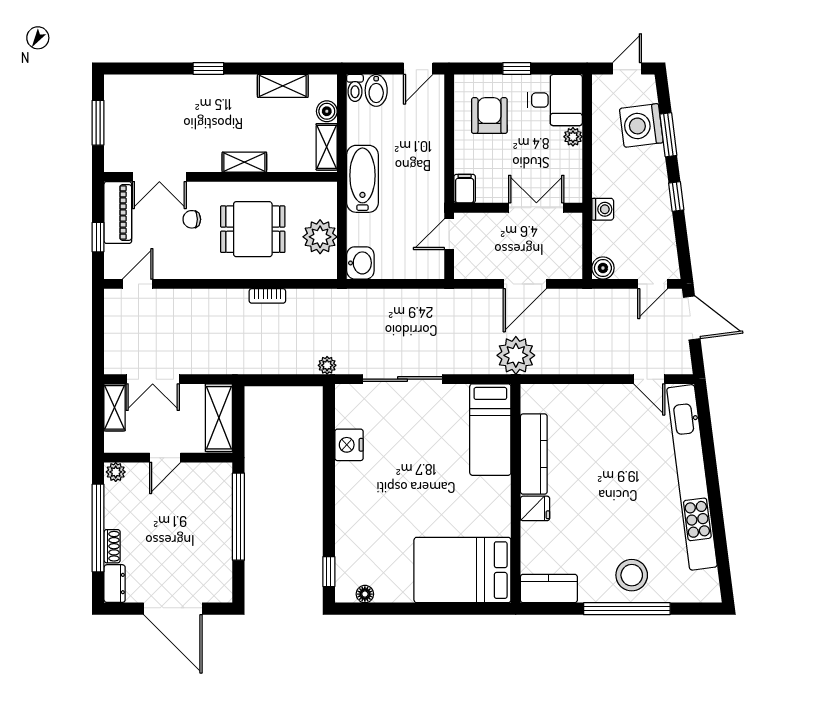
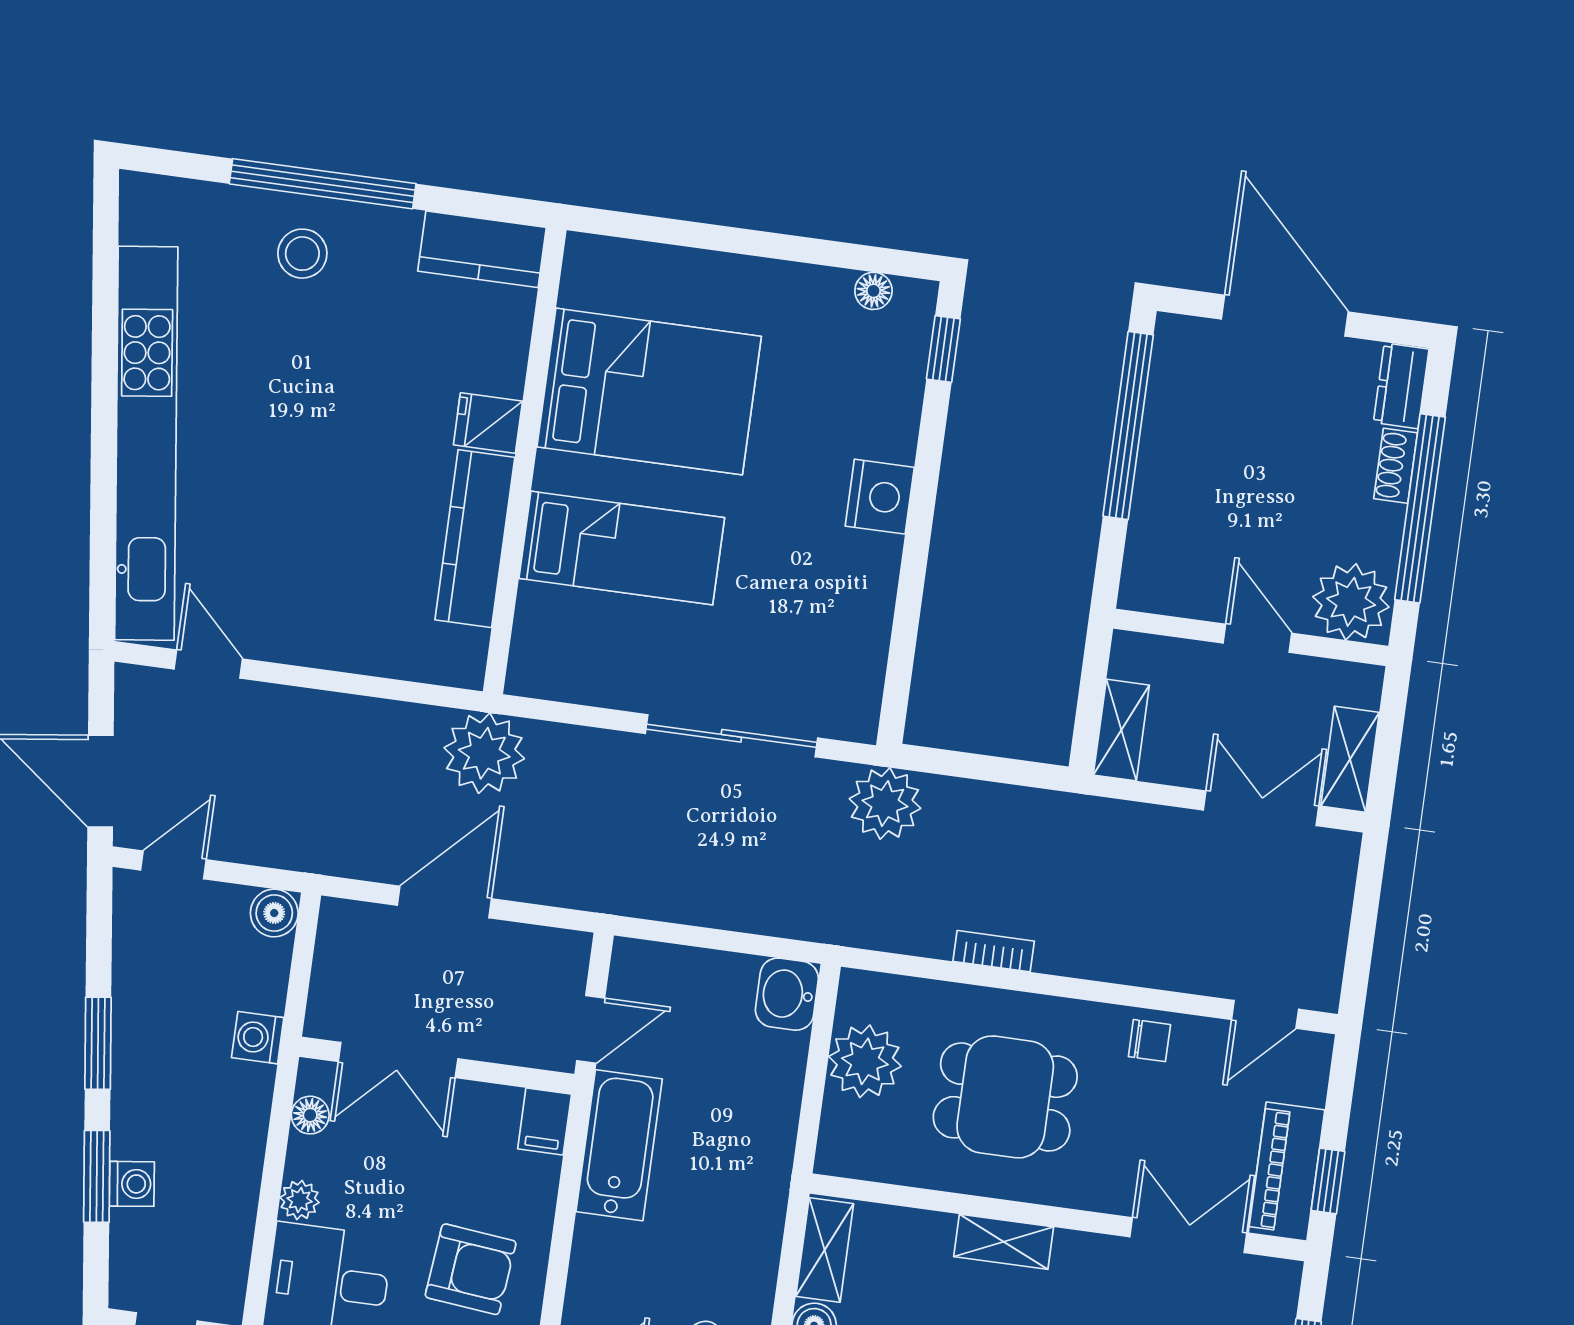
armchair: (489, 116) -> (471, 1269), turned -84
washing machine: (641, 125) -> (132, 1184), width x0.53, depth x0.53
floor lamp: (573, 177) -> (310, 1115), added
bathtub: (362, 179) -> (619, 1145), moved, turned 180
window: (676, 196) -> (98, 1043), width x1.50
chair: (192, 219) -> (1149, 1041), moved
window: (98, 237) -> (1328, 1181), moved
plant: (327, 365) -> (885, 804), width x1.88, depth x1.88
shelving: (219, 418) -> (1121, 730), width x0.67, depth x0.75
bed: (490, 430) -> (622, 548), moved, turned 90
nightstand: (349, 445) -> (880, 497), moved
door: (165, 458) -> (1257, 638), hinge flipped
plant: (116, 472) -> (1351, 602), width x1.88, depth x1.88
window: (238, 517) -> (1128, 425), moved
bed: (462, 570) -> (649, 392), moved
stool: (632, 575) -> (302, 254), width x0.73, depth x0.73

